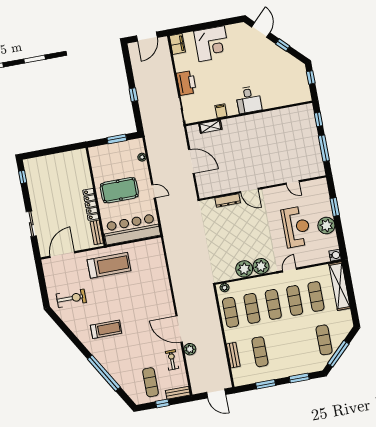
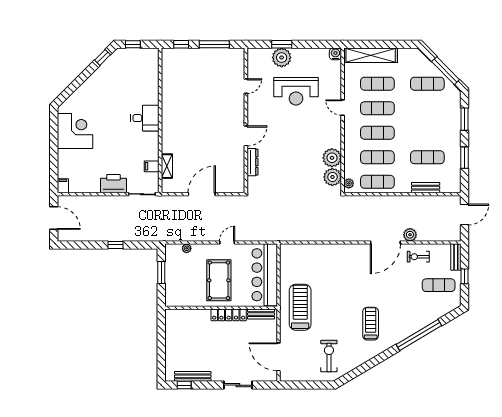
door: (261, 30) -> (70, 90), removed
filing cabinet: (177, 44) -> (63, 186), width x0.50
corner desk: (212, 44) -> (75, 131), moved
window: (283, 45) -> (103, 57), moved
filing cabinet: (221, 111) -> (152, 166), moved
bench: (32, 183) -> (193, 376), added
plant: (326, 226) -> (282, 58), moved
reception desk: (296, 227) -> (296, 91), turned 180
plant: (261, 266) -> (332, 177), moved

